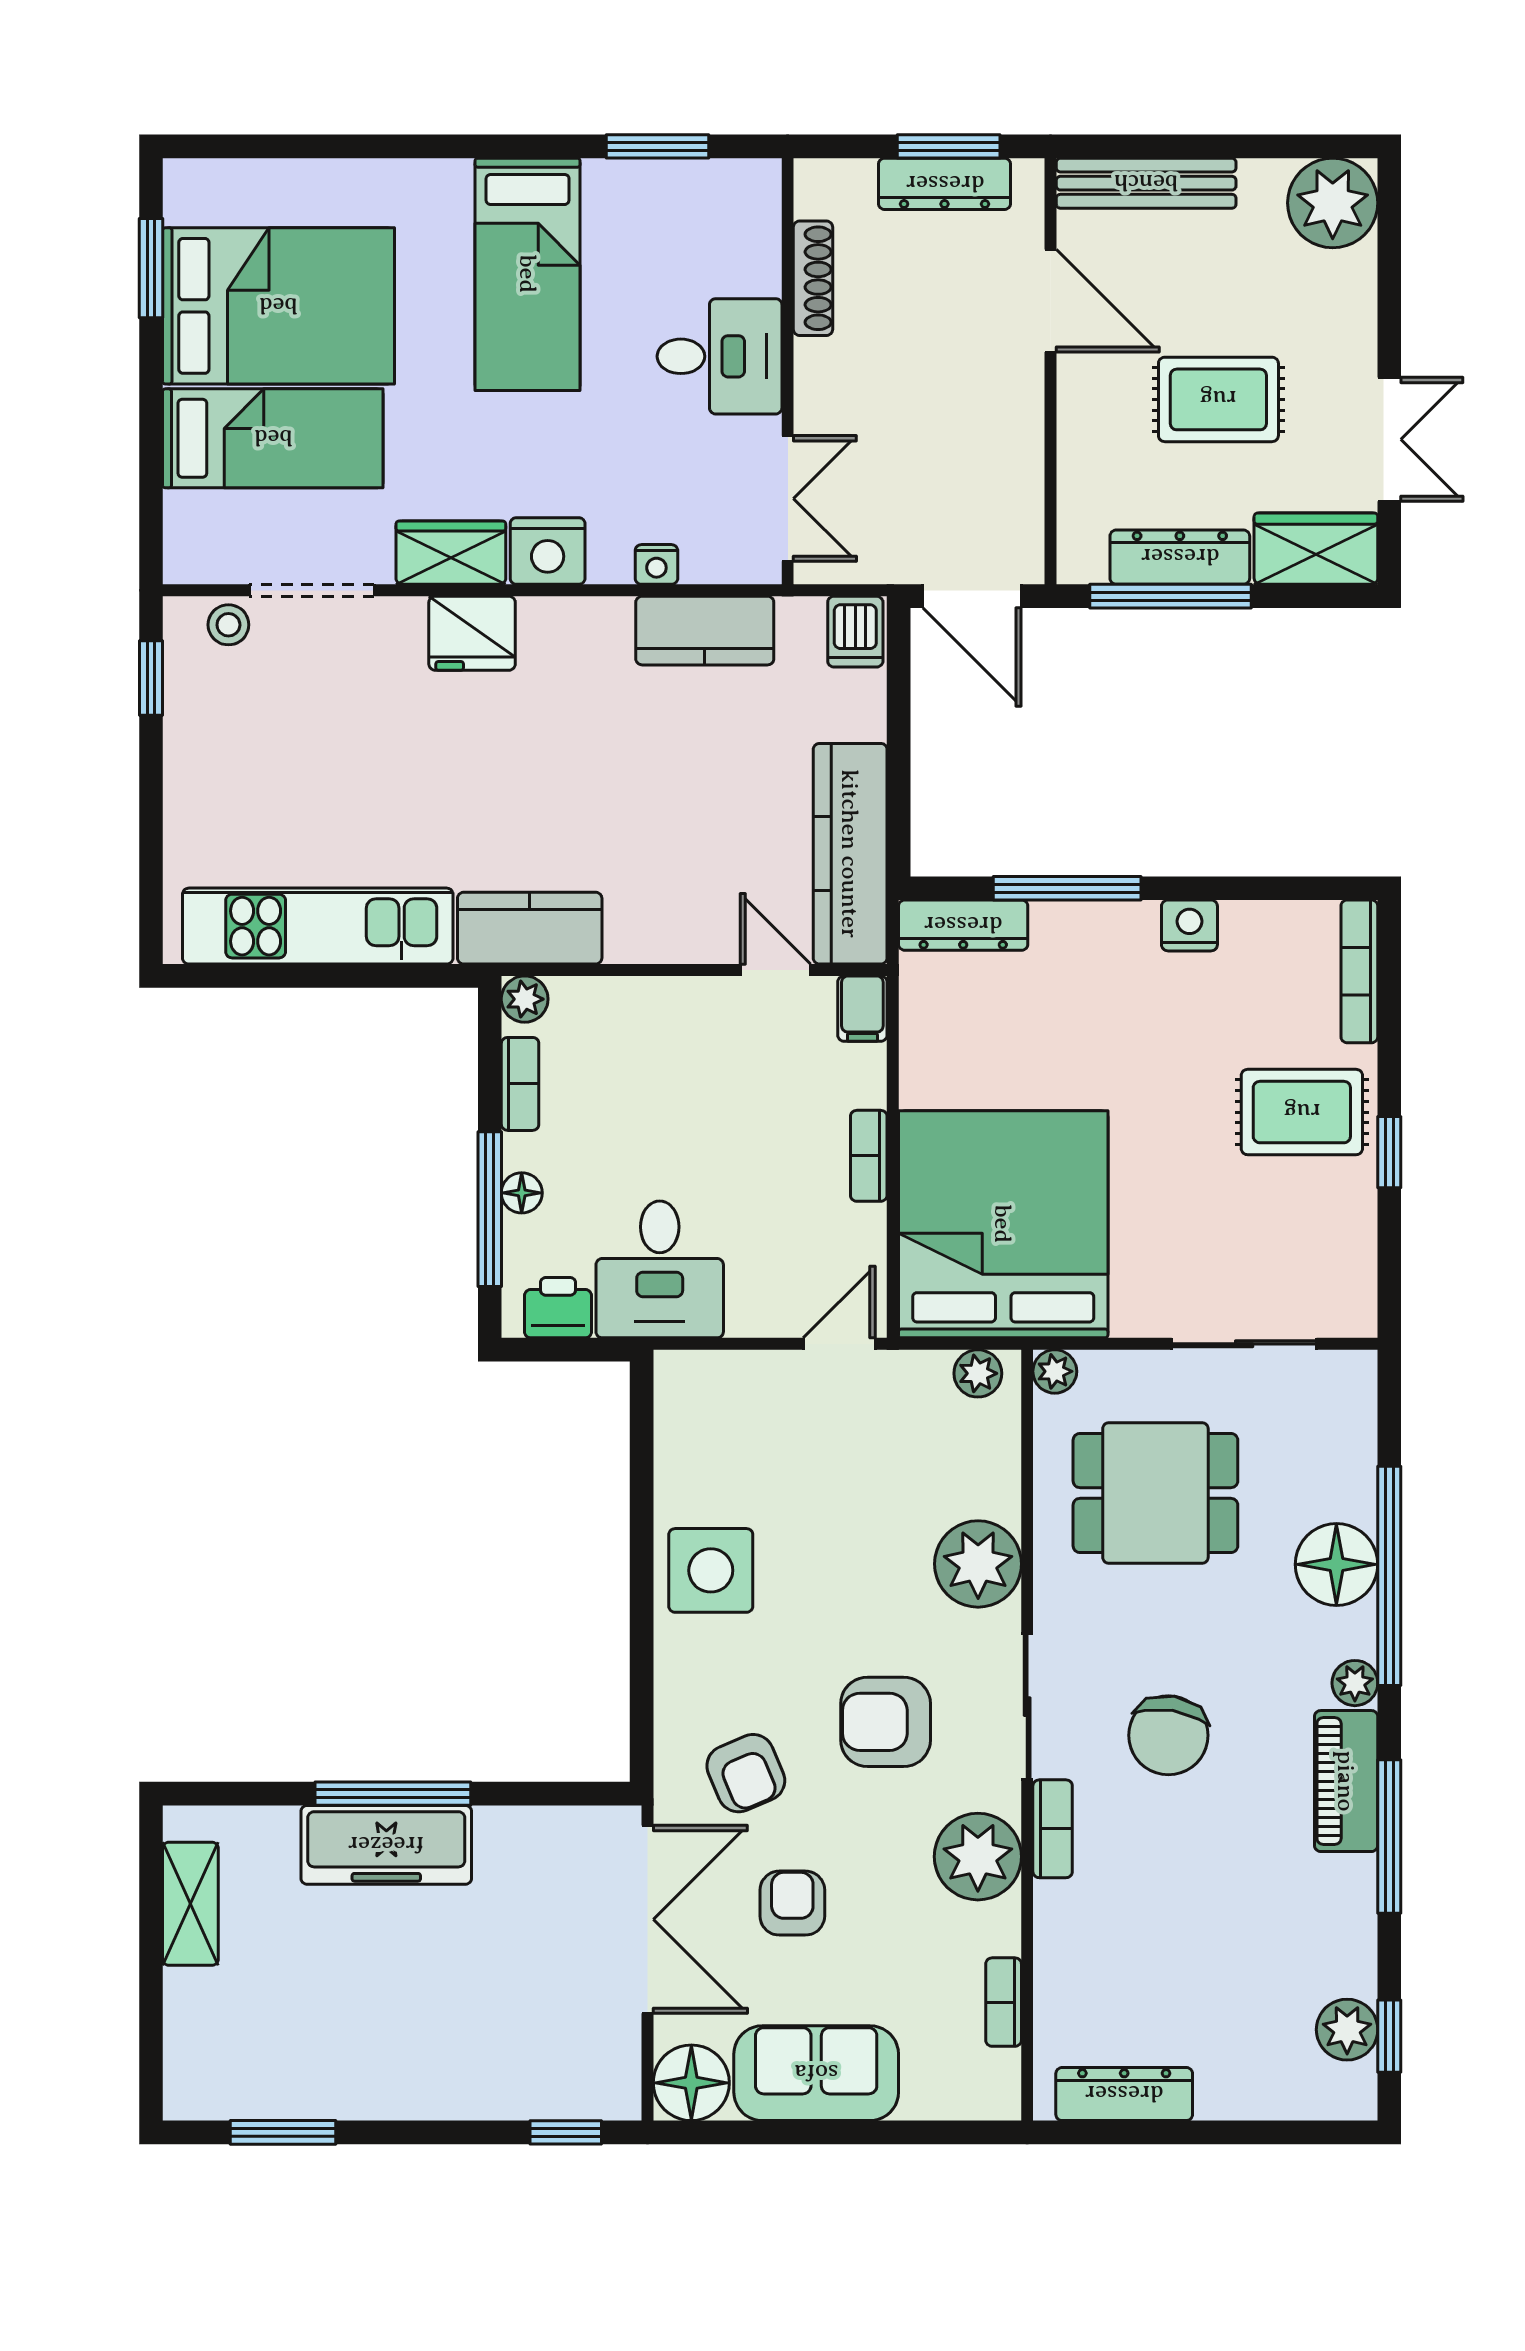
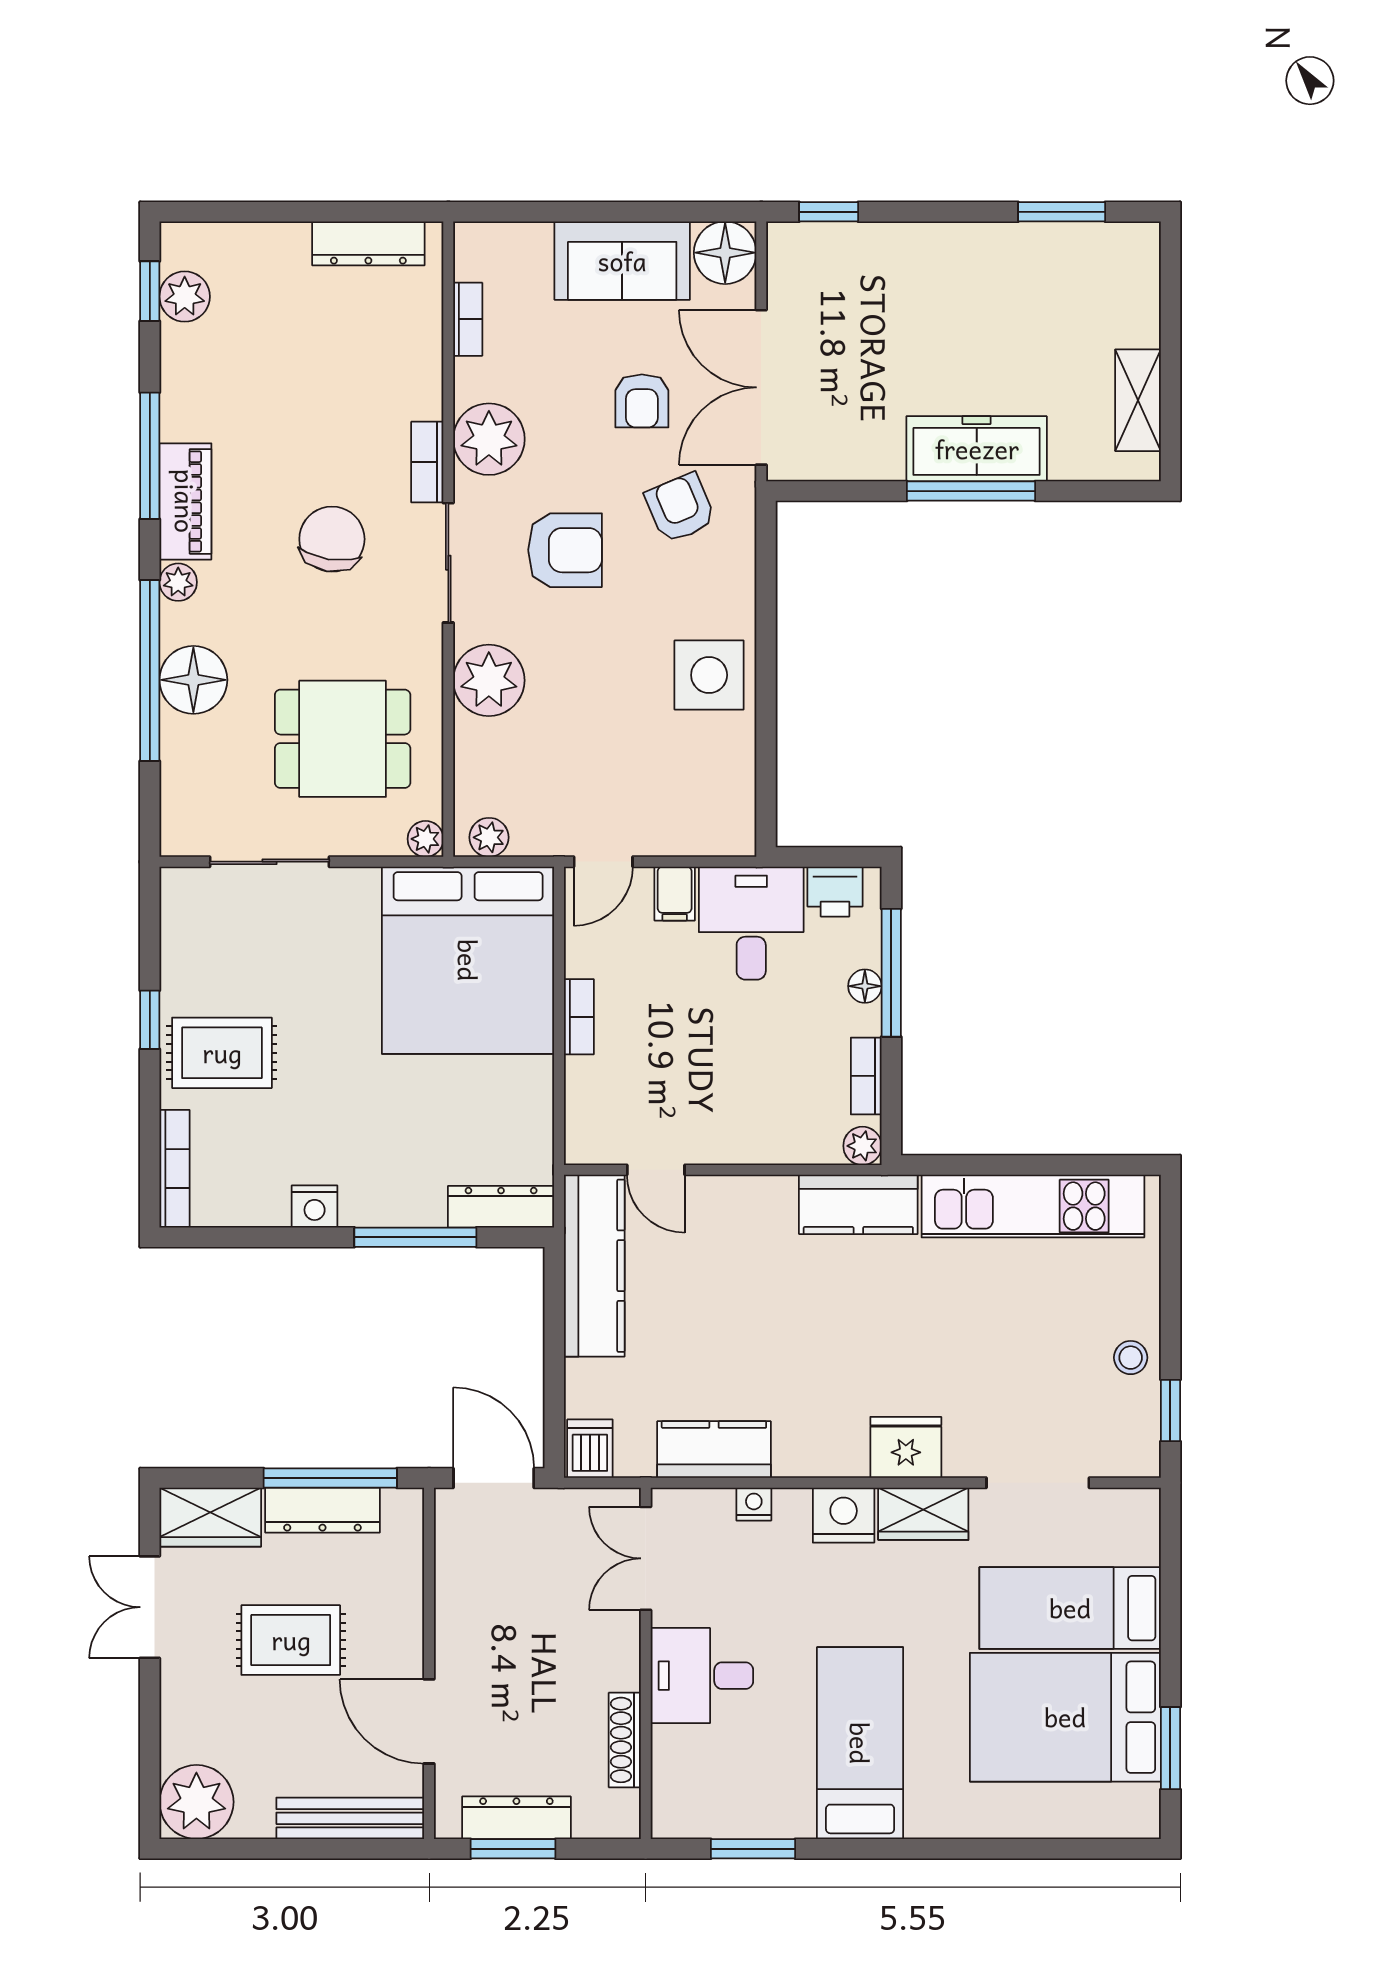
stool: (228, 625) -> (1131, 1358), moved
filing cabinet: (862, 1009) -> (675, 894), moved, turned 180

